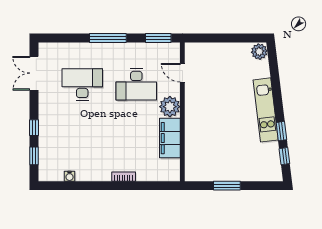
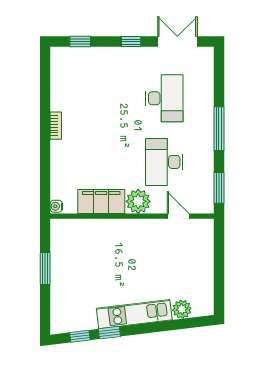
plant: (259, 52) -> (182, 309), moved
door: (182, 73) -> (178, 216), hinge flipped
window: (34, 128) -> (131, 42), moved
water cooler: (70, 176) -> (56, 206), moved
bookcase: (124, 177) -> (56, 126), moved

